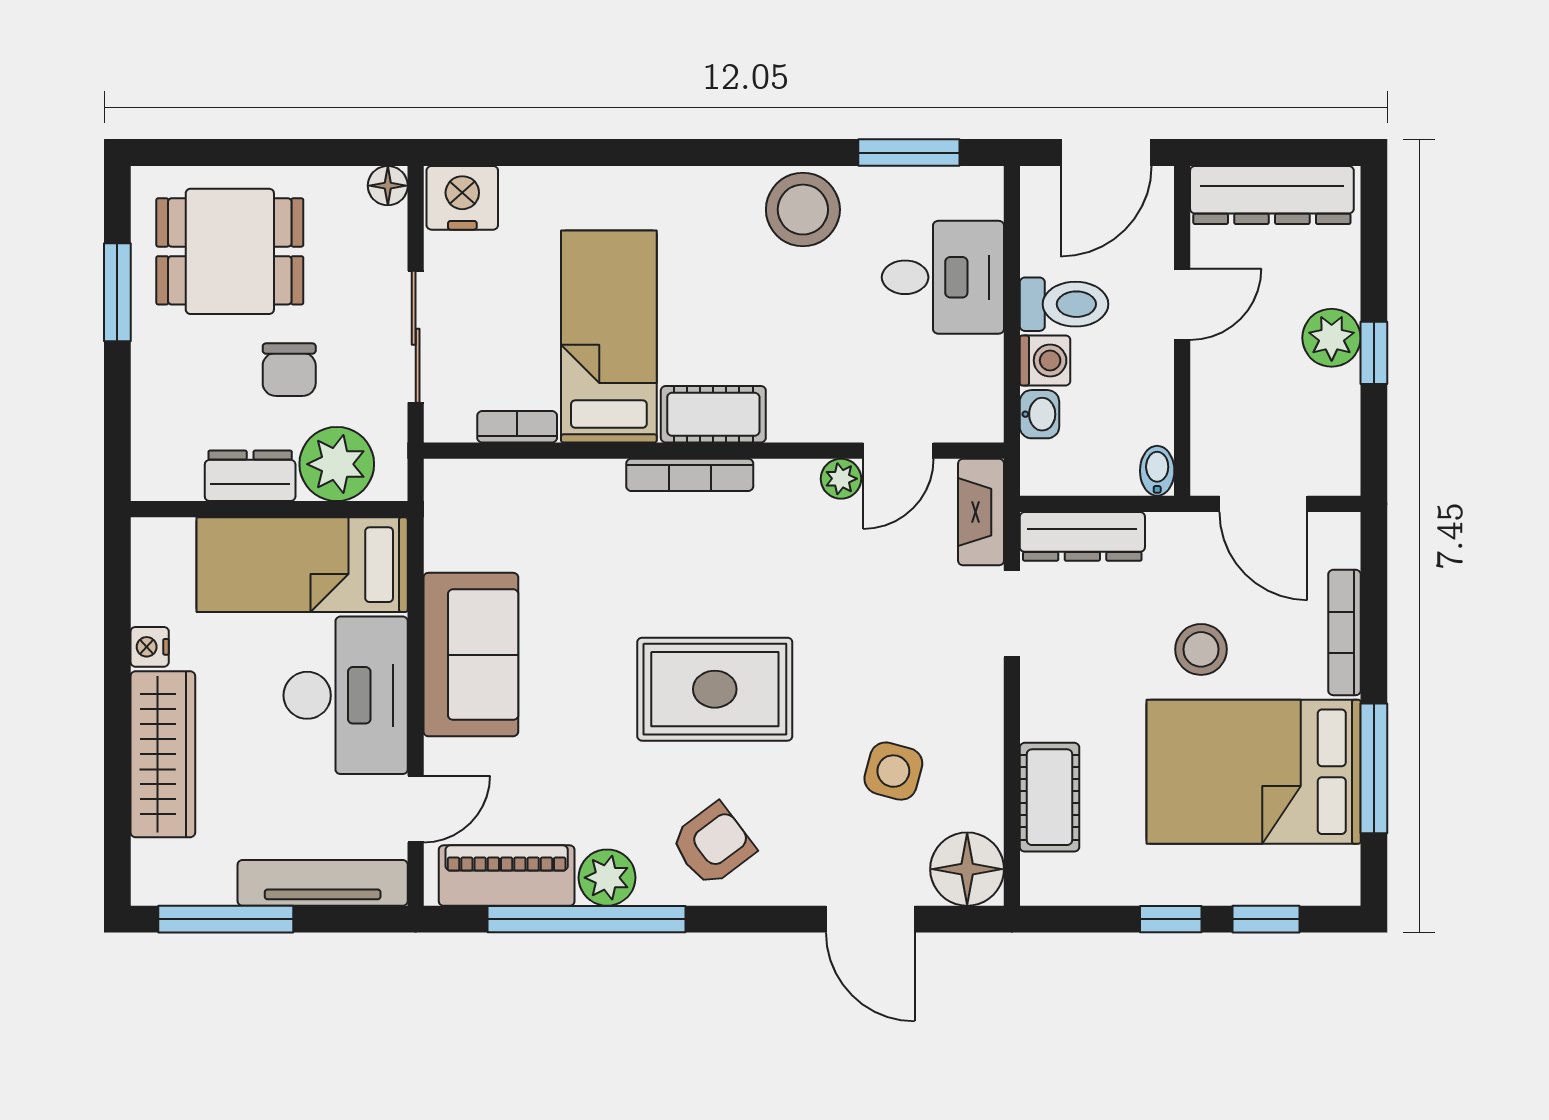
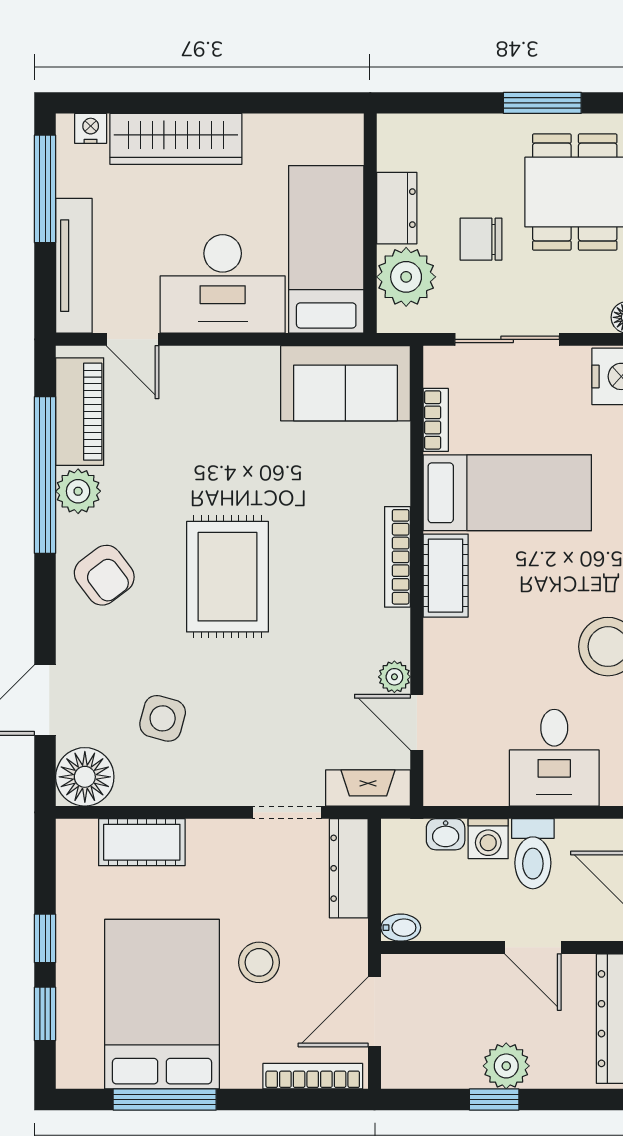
bookcase: (1345, 632) -> (313, 1076), moved
nightstand: (150, 647) -> (91, 128), moved
sofa: (471, 655) -> (345, 383), moved

